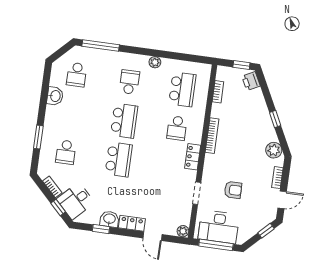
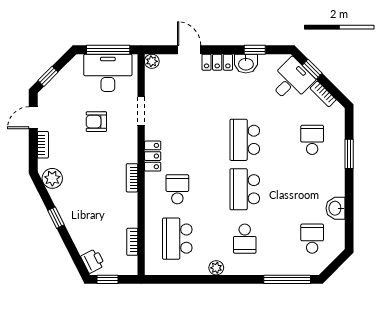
bookcase: (212, 136) -> (132, 178), width x0.64

